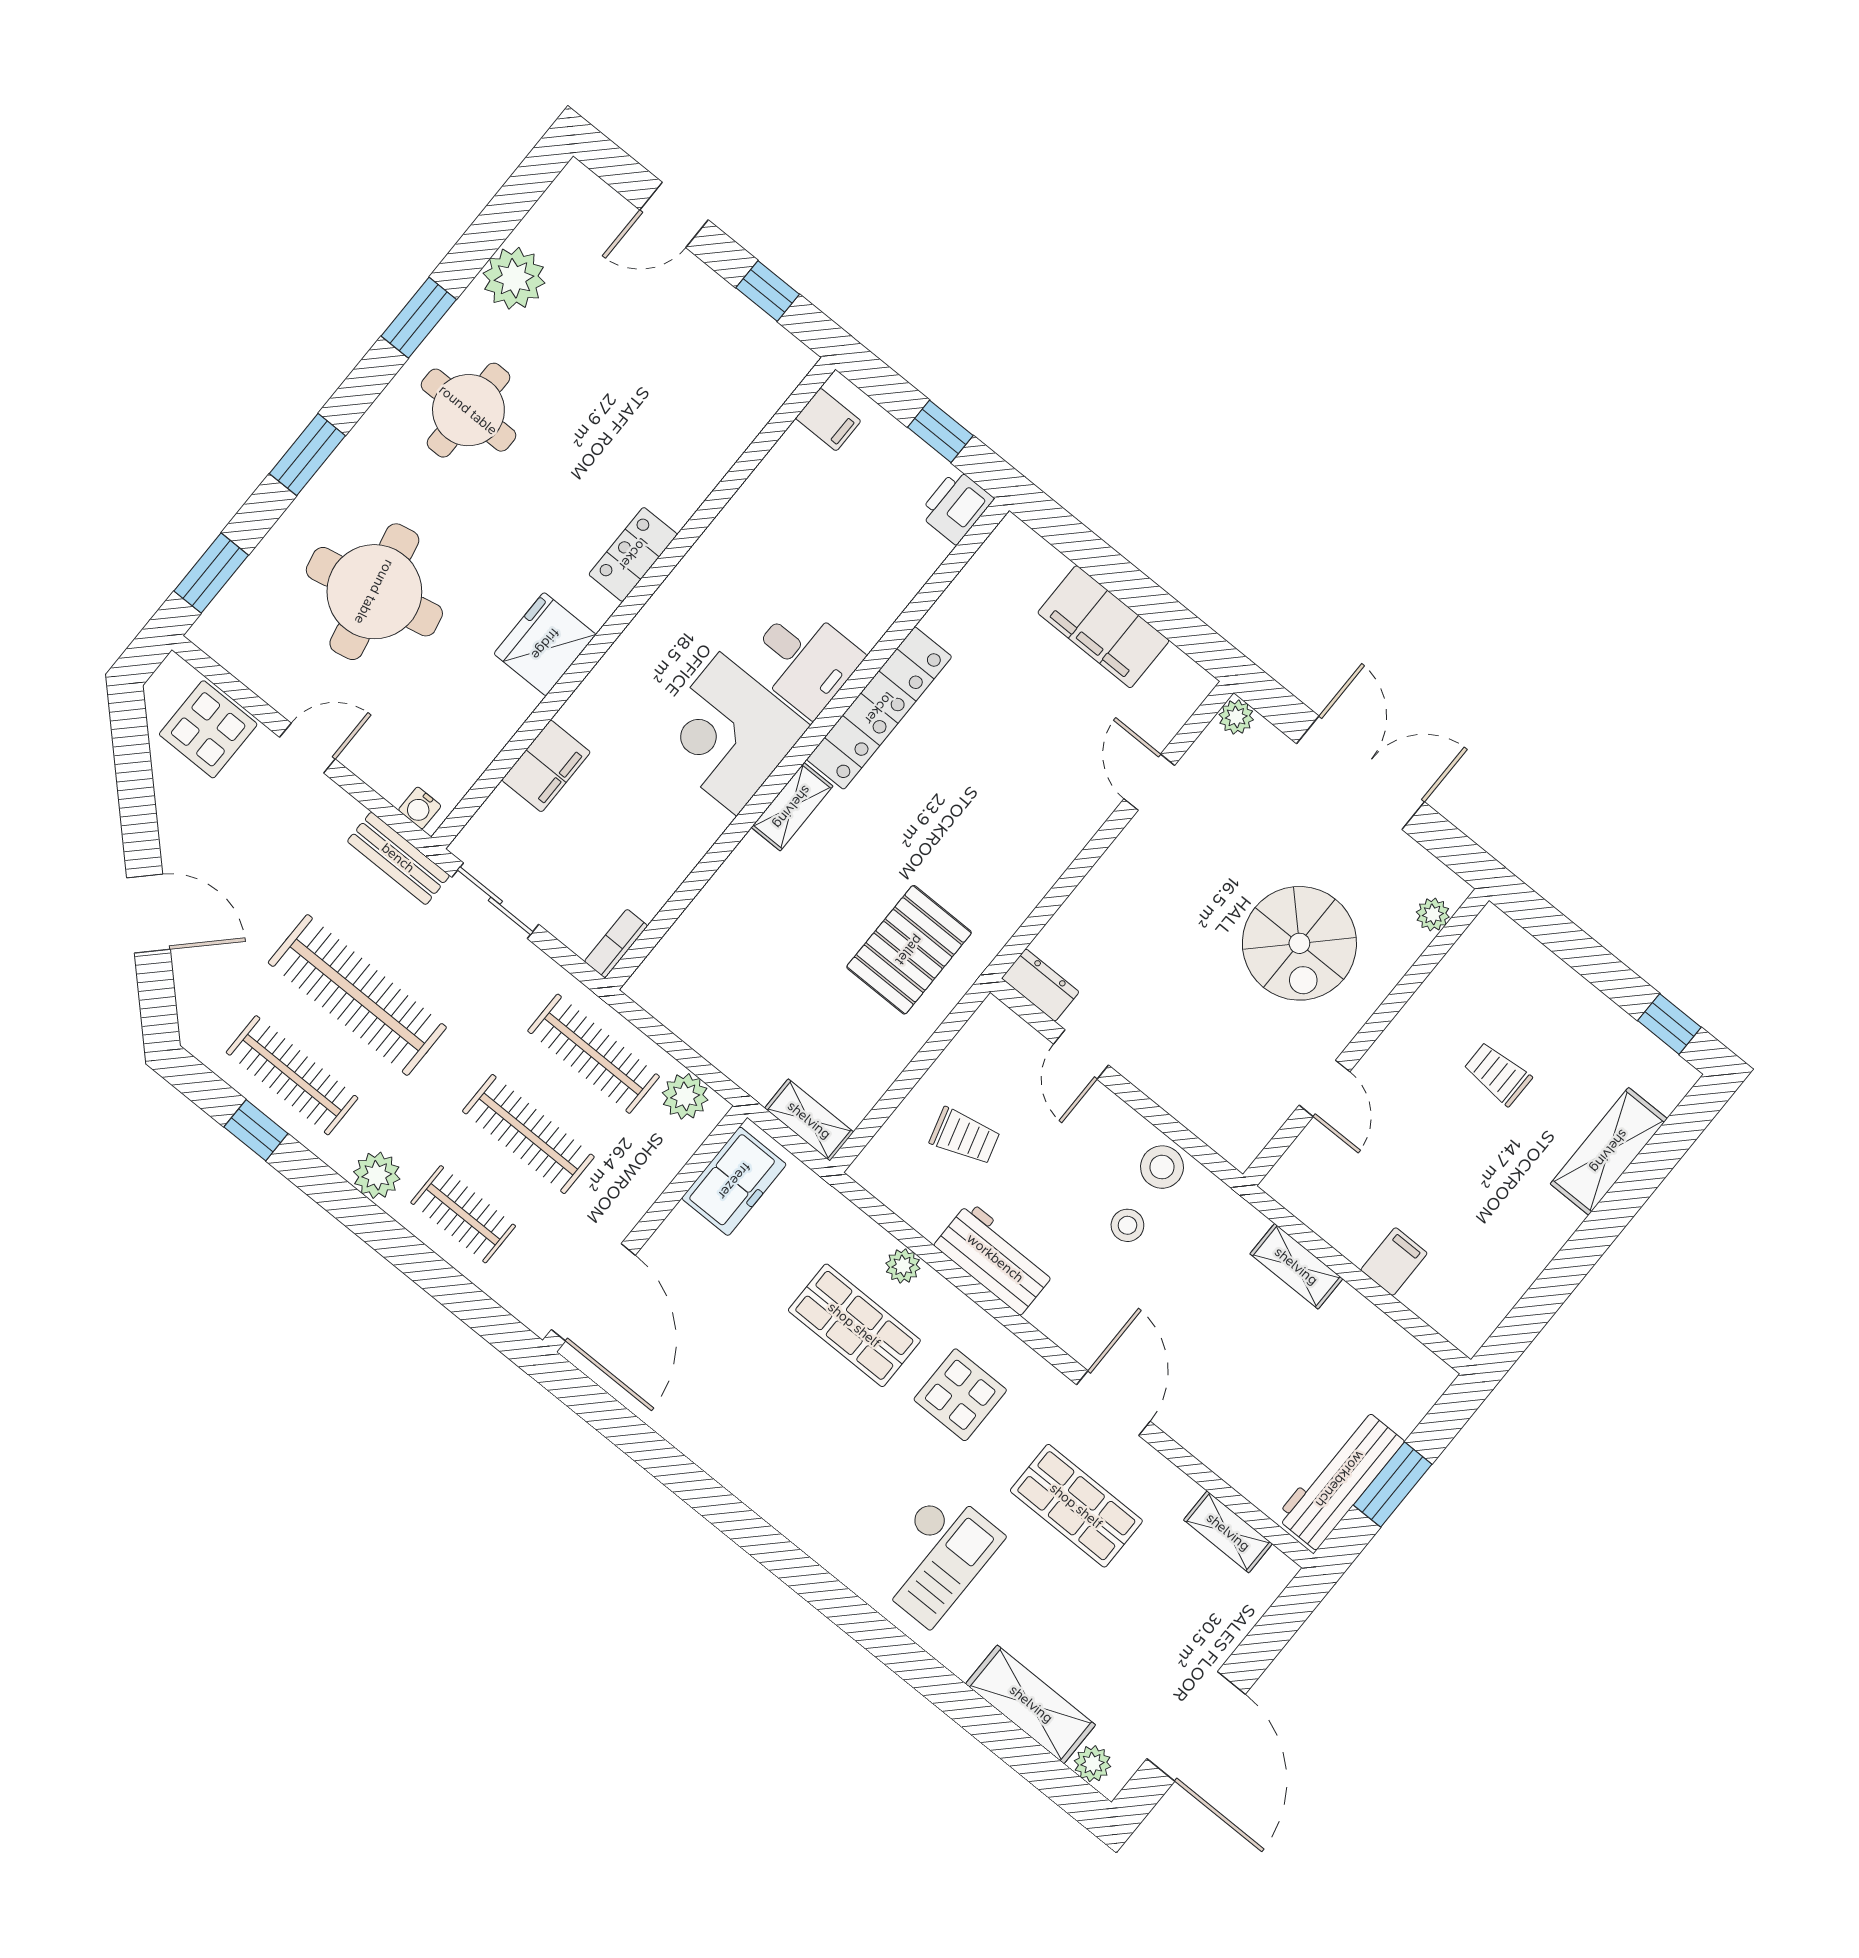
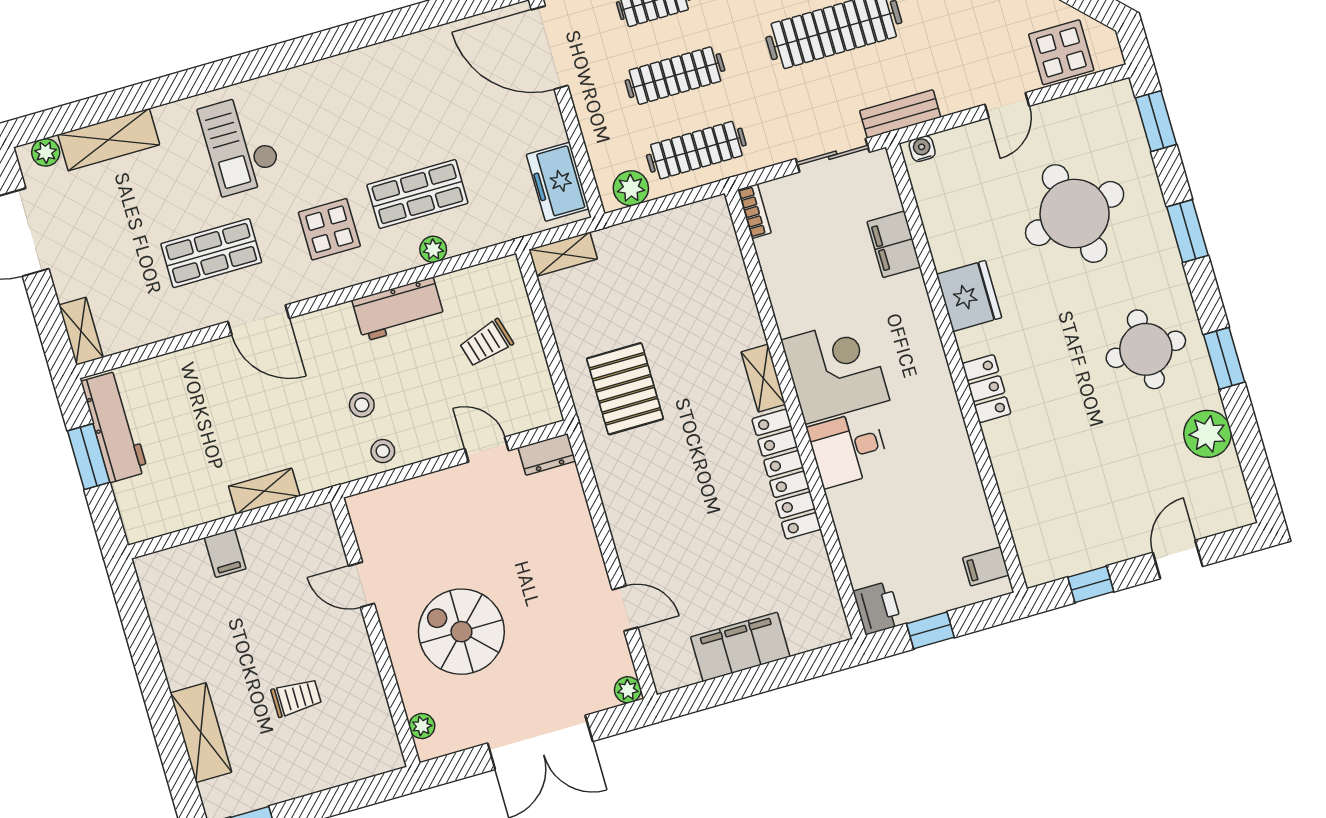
stool: (1162, 1167) -> (383, 451), width x0.73, depth x0.73
shelving: (1228, 1532) -> (81, 331), moved, turned 90

